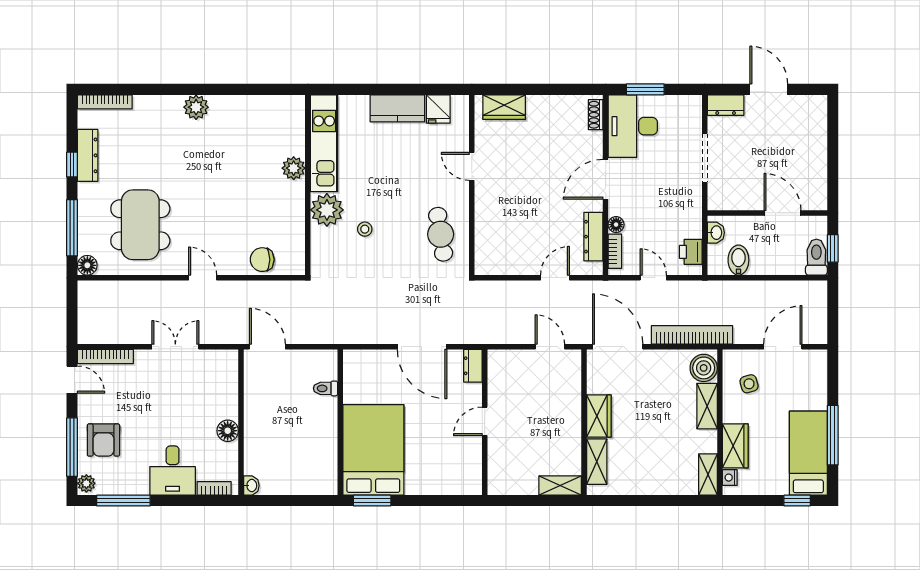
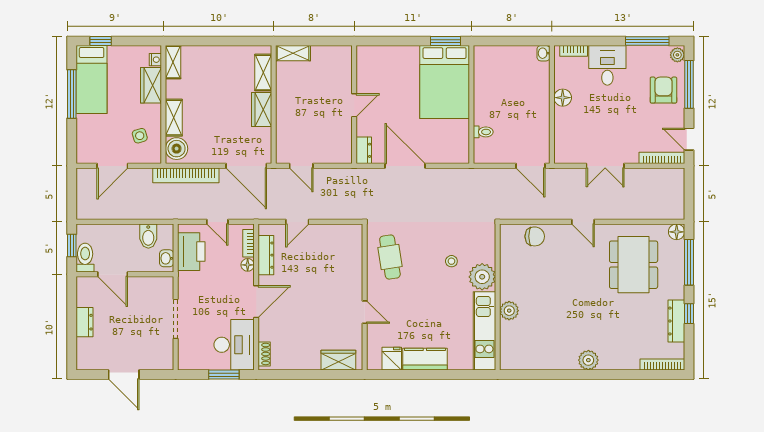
dresser: (726, 105) -> (85, 322), moved, turned 90
printer: (691, 252) -> (191, 252), width x1.87, depth x1.48
toilet: (816, 257) -> (85, 258), moved, turned 180

